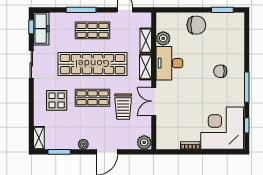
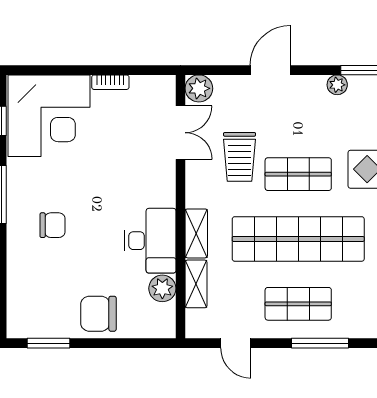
double door: (154, 101) -> (181, 133), moved
trolley: (123, 107) -> (240, 157), turned 180
plant: (83, 144) -> (337, 85), moved

